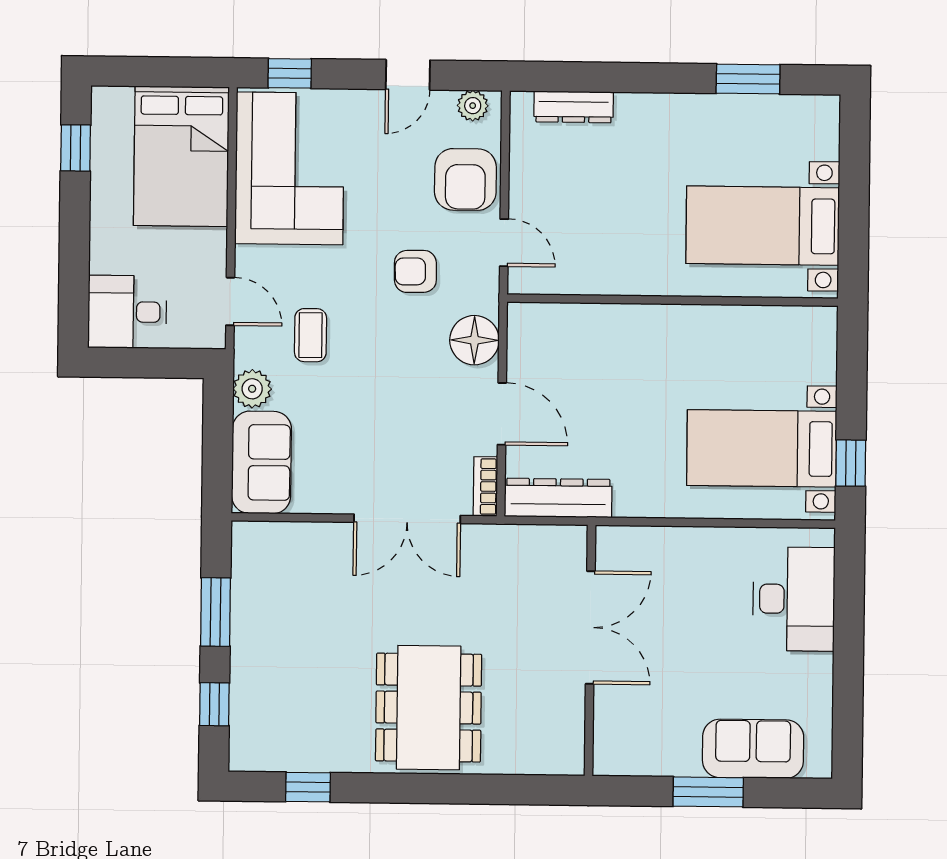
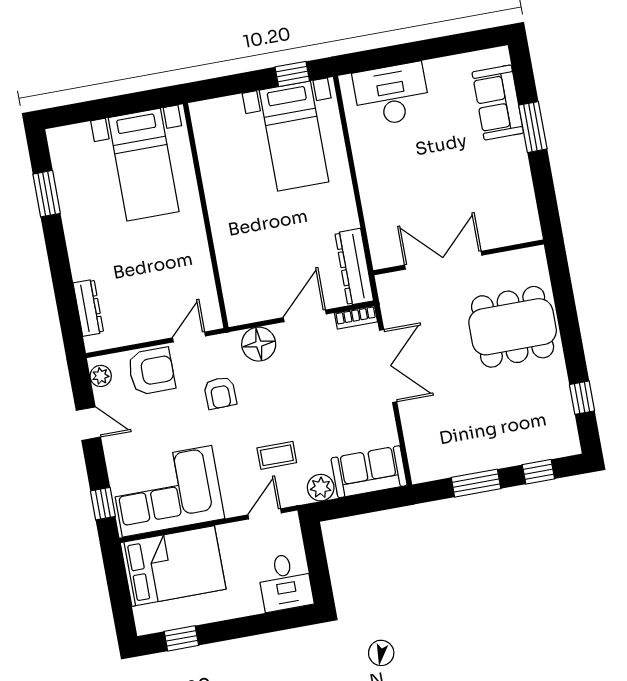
double door: (590, 628) -> (443, 260), moved
wall: (590, 650) -> (459, 257), moved

